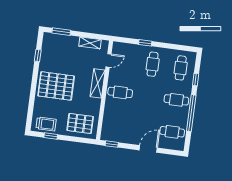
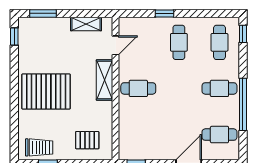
window: (38, 55) -> (14, 36), moved
window: (196, 80) -> (243, 34), moved
pallet: (80, 123) -> (87, 140), width x0.67, depth x0.71

